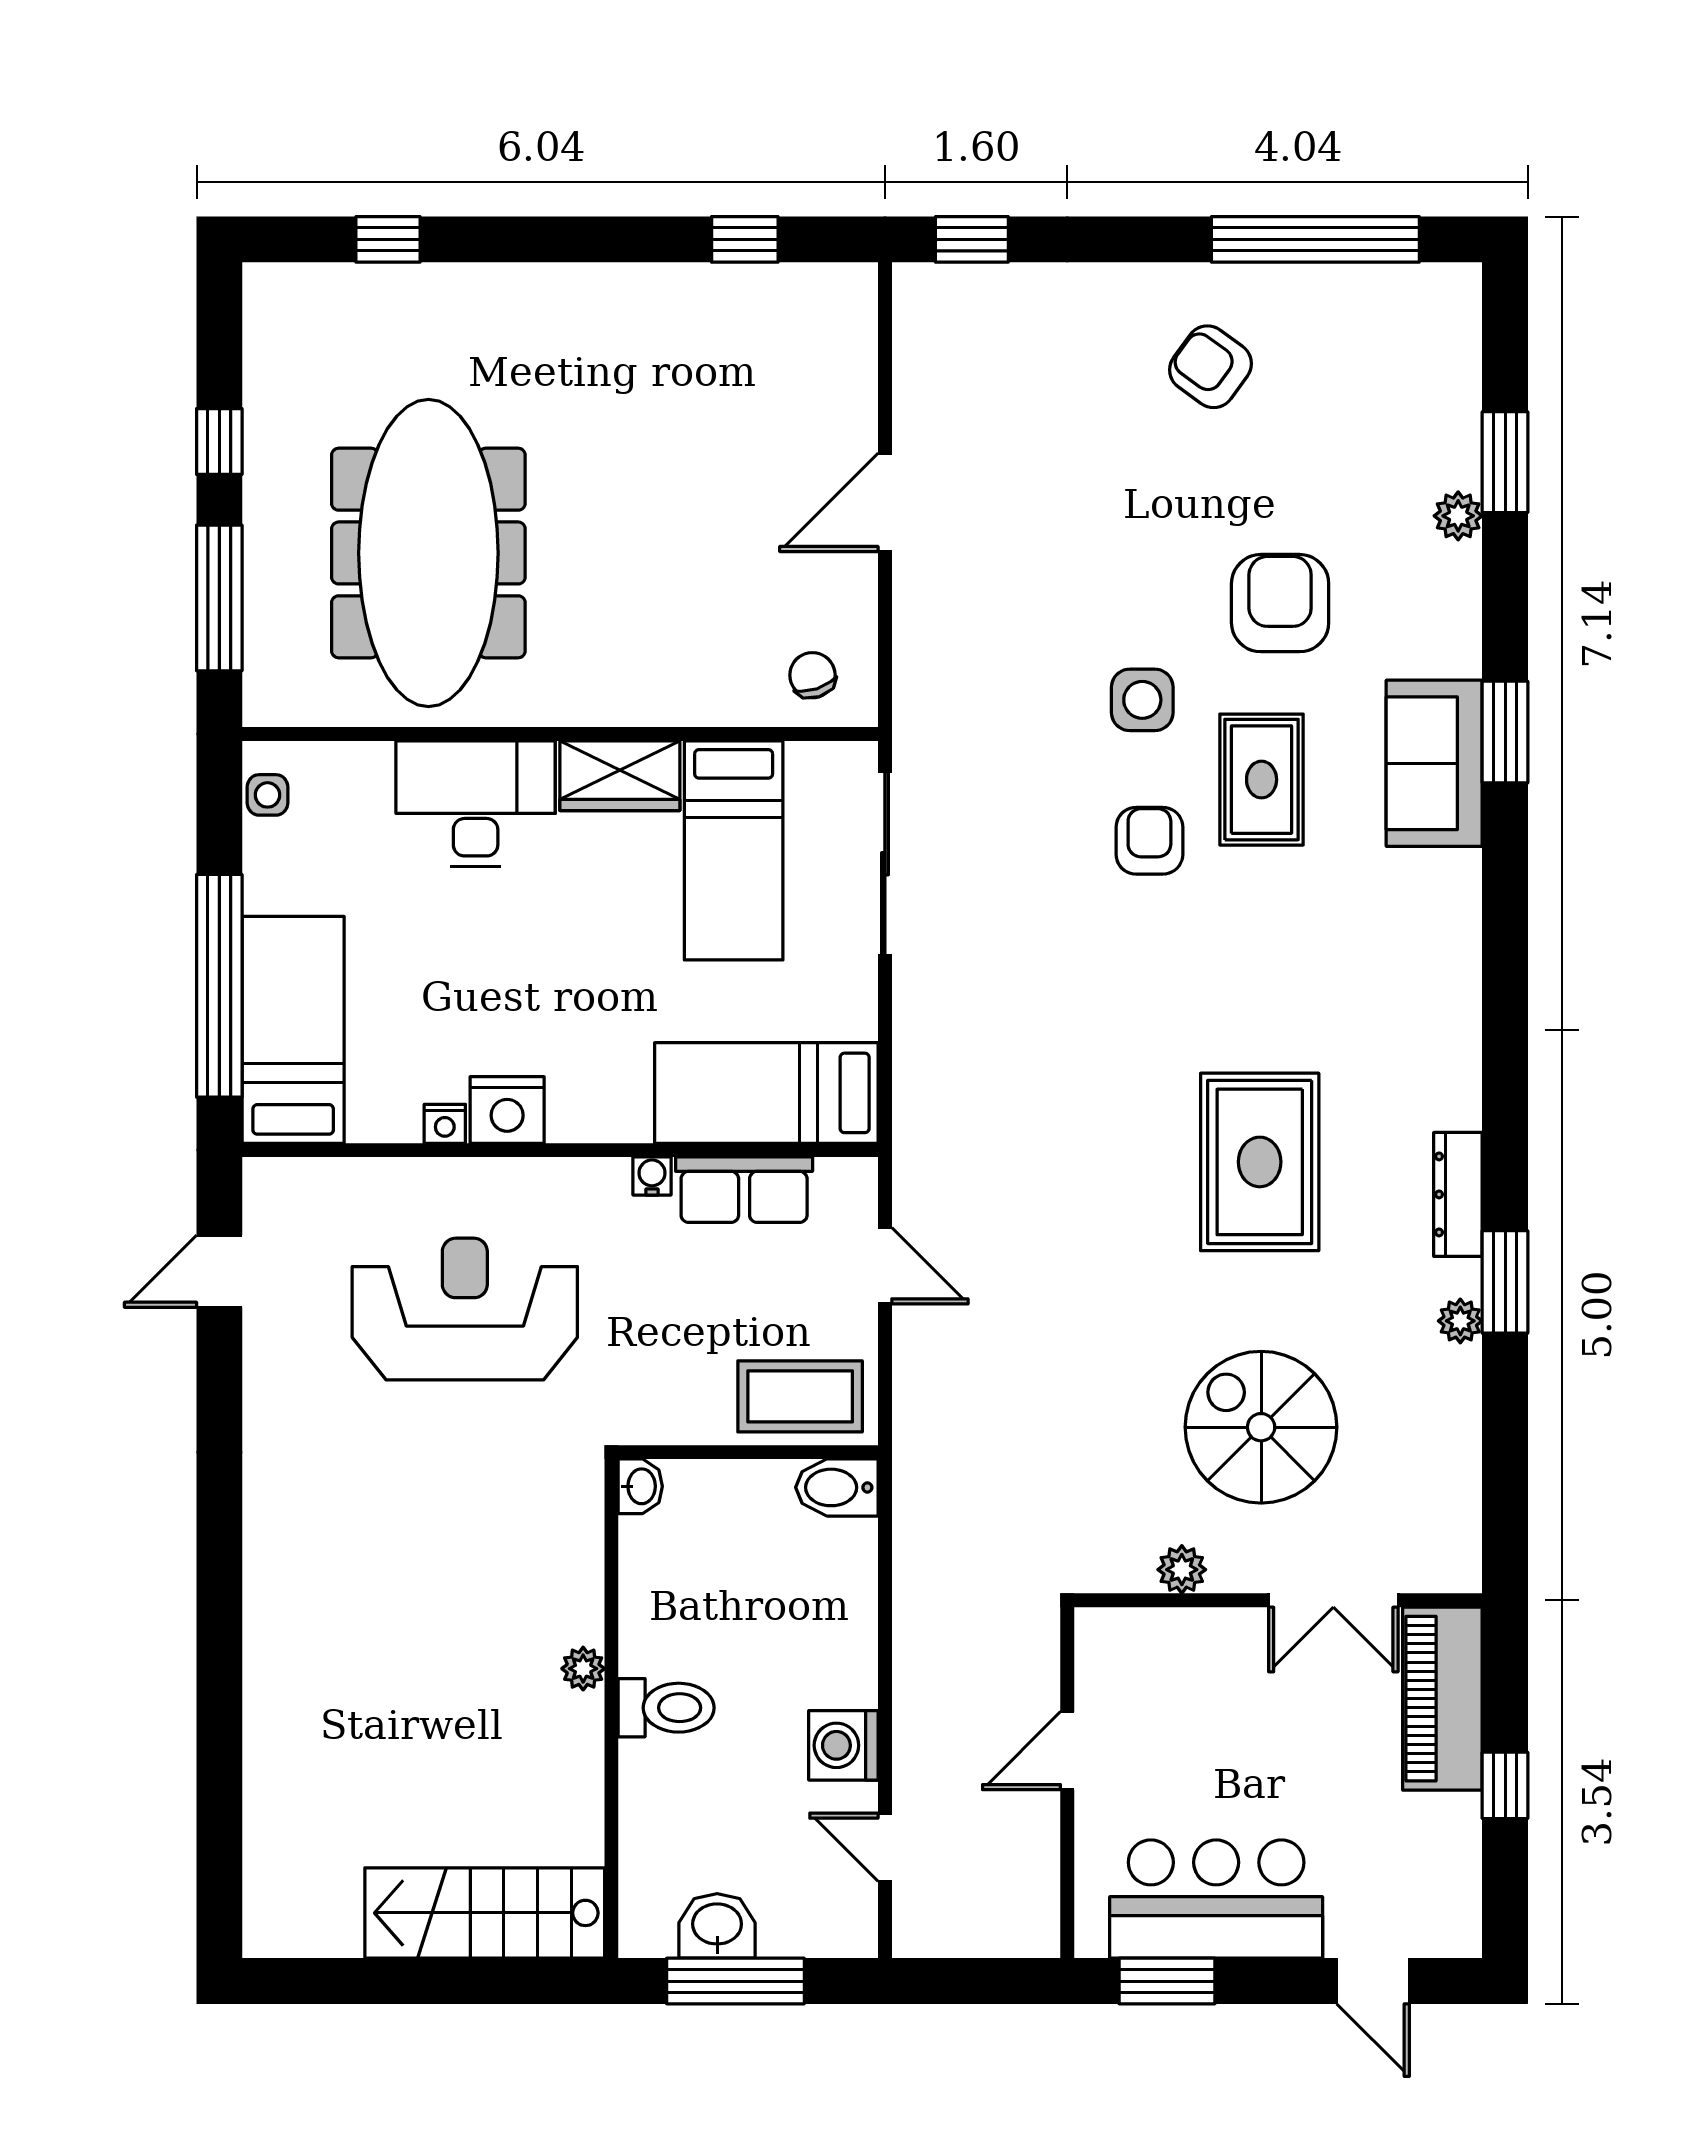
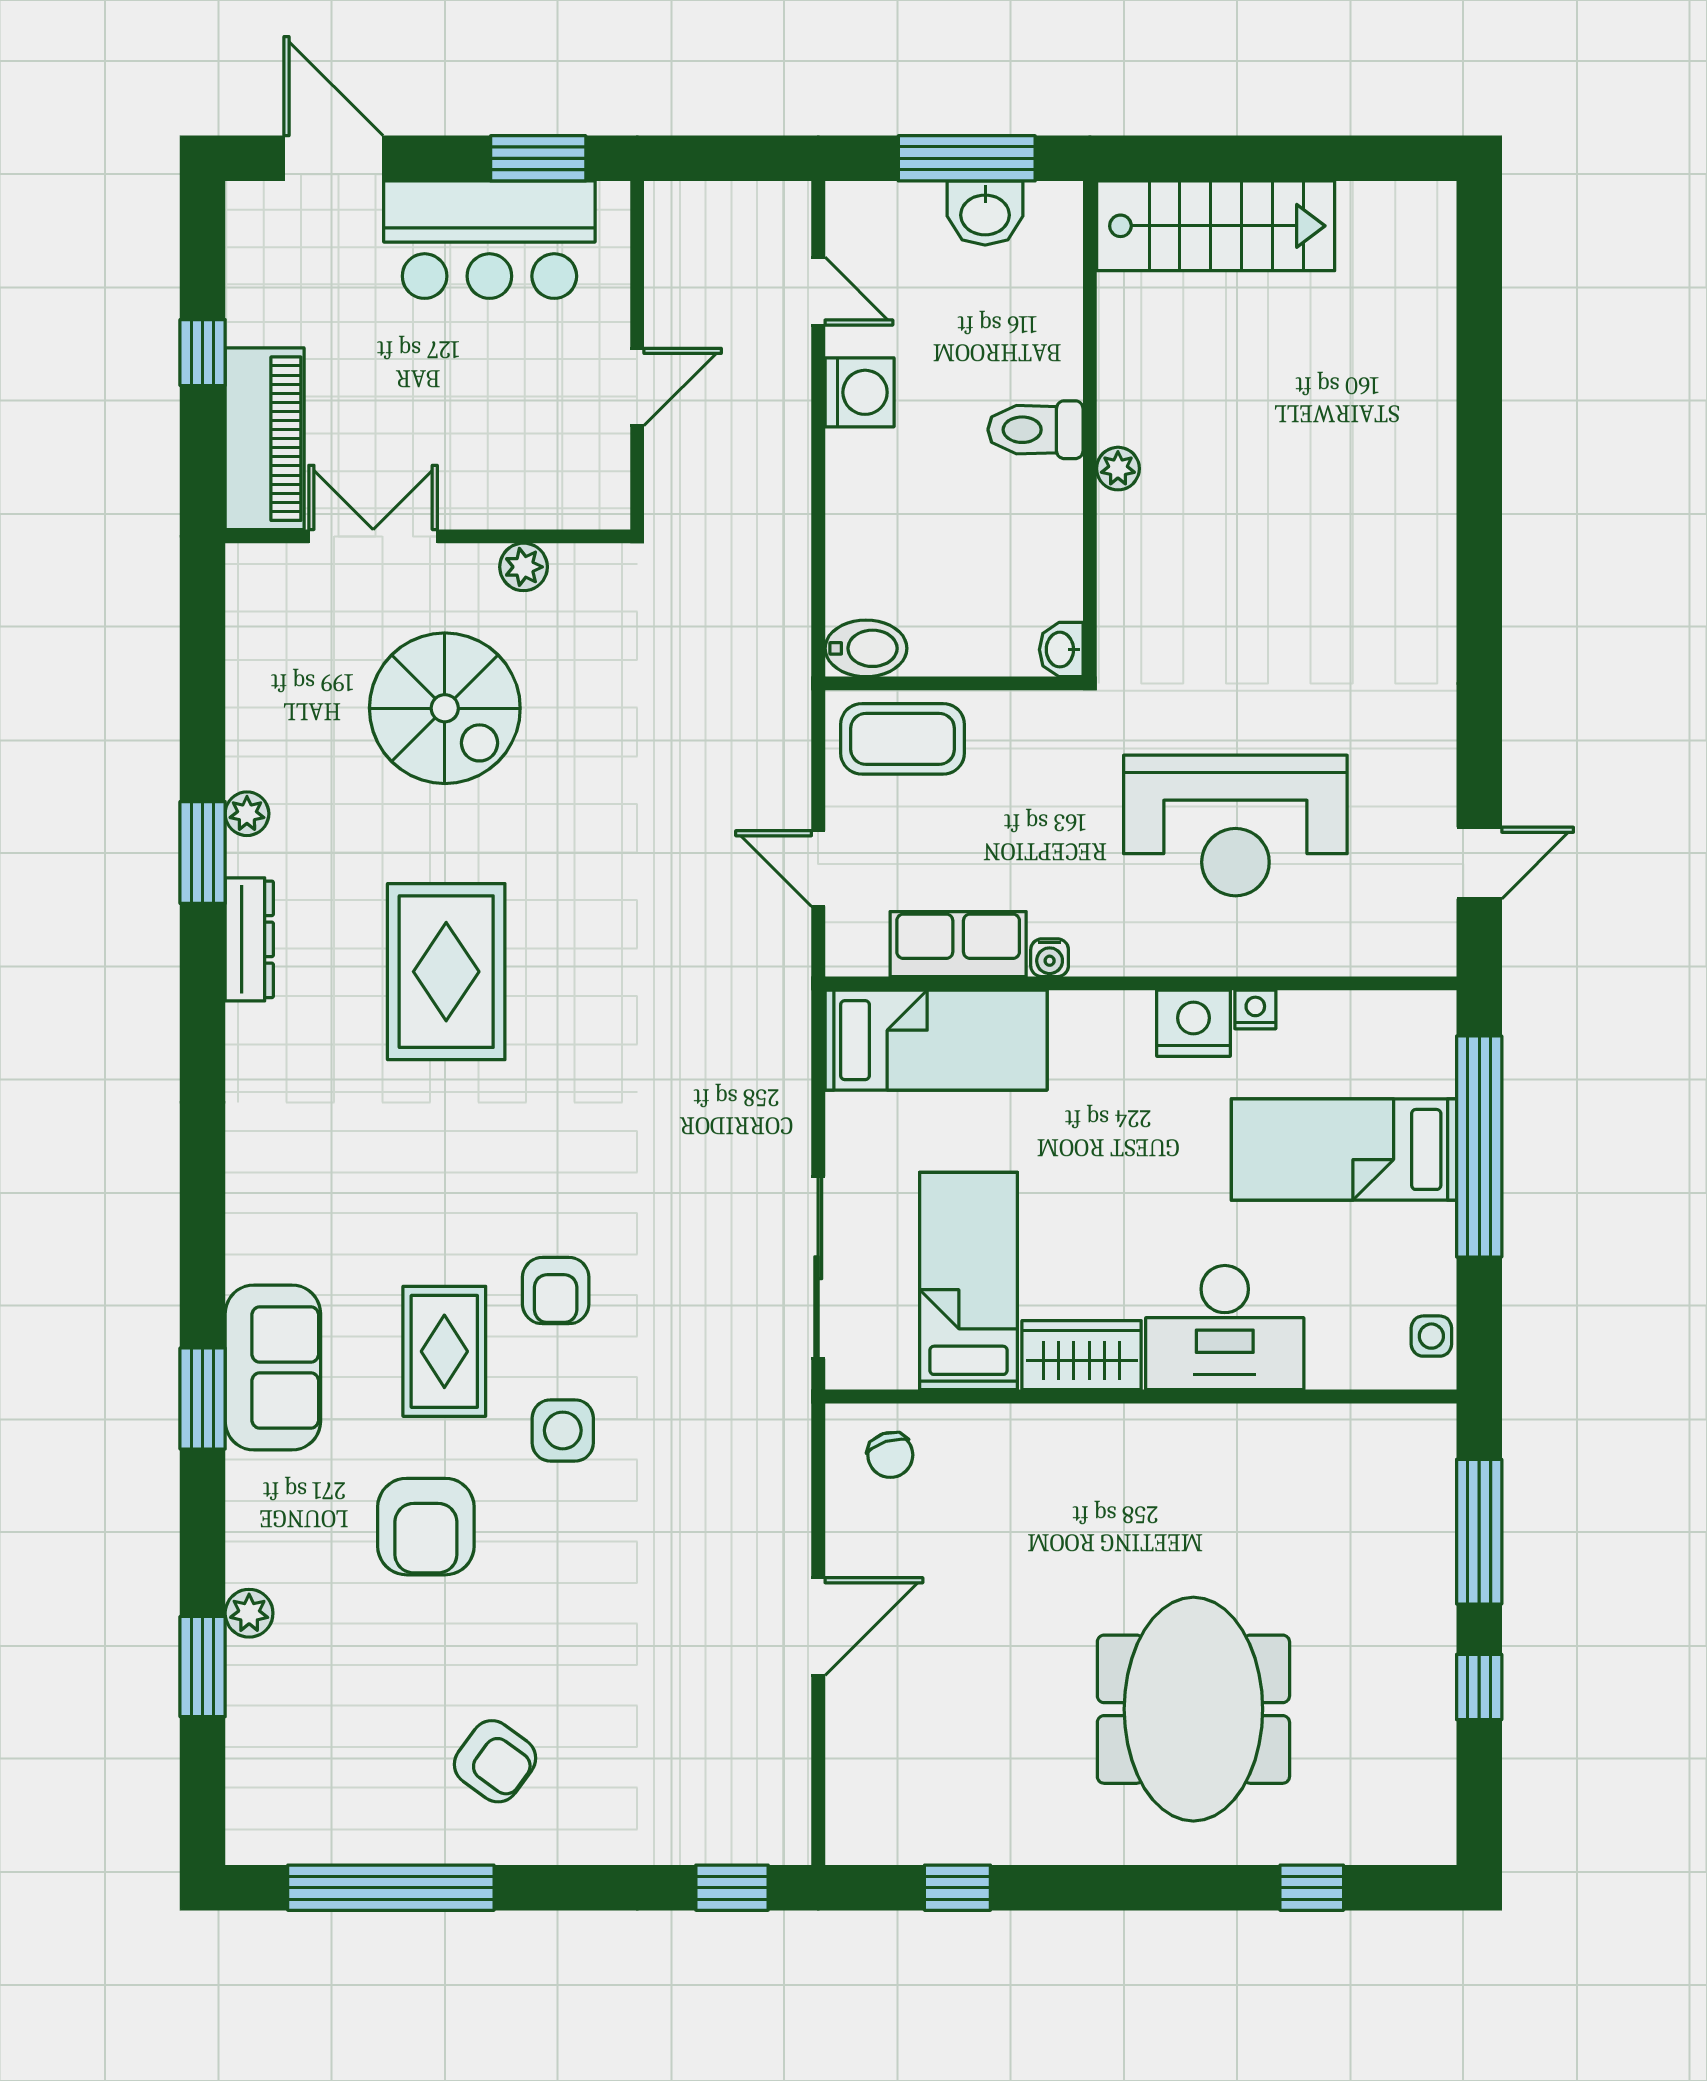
meeting table: (428, 553) -> (1193, 1709), moved, width x0.73
bed: (293, 1030) -> (1344, 1149), moved, turned 90
door: (1373, 1981) -> (334, 158), width x1.38

